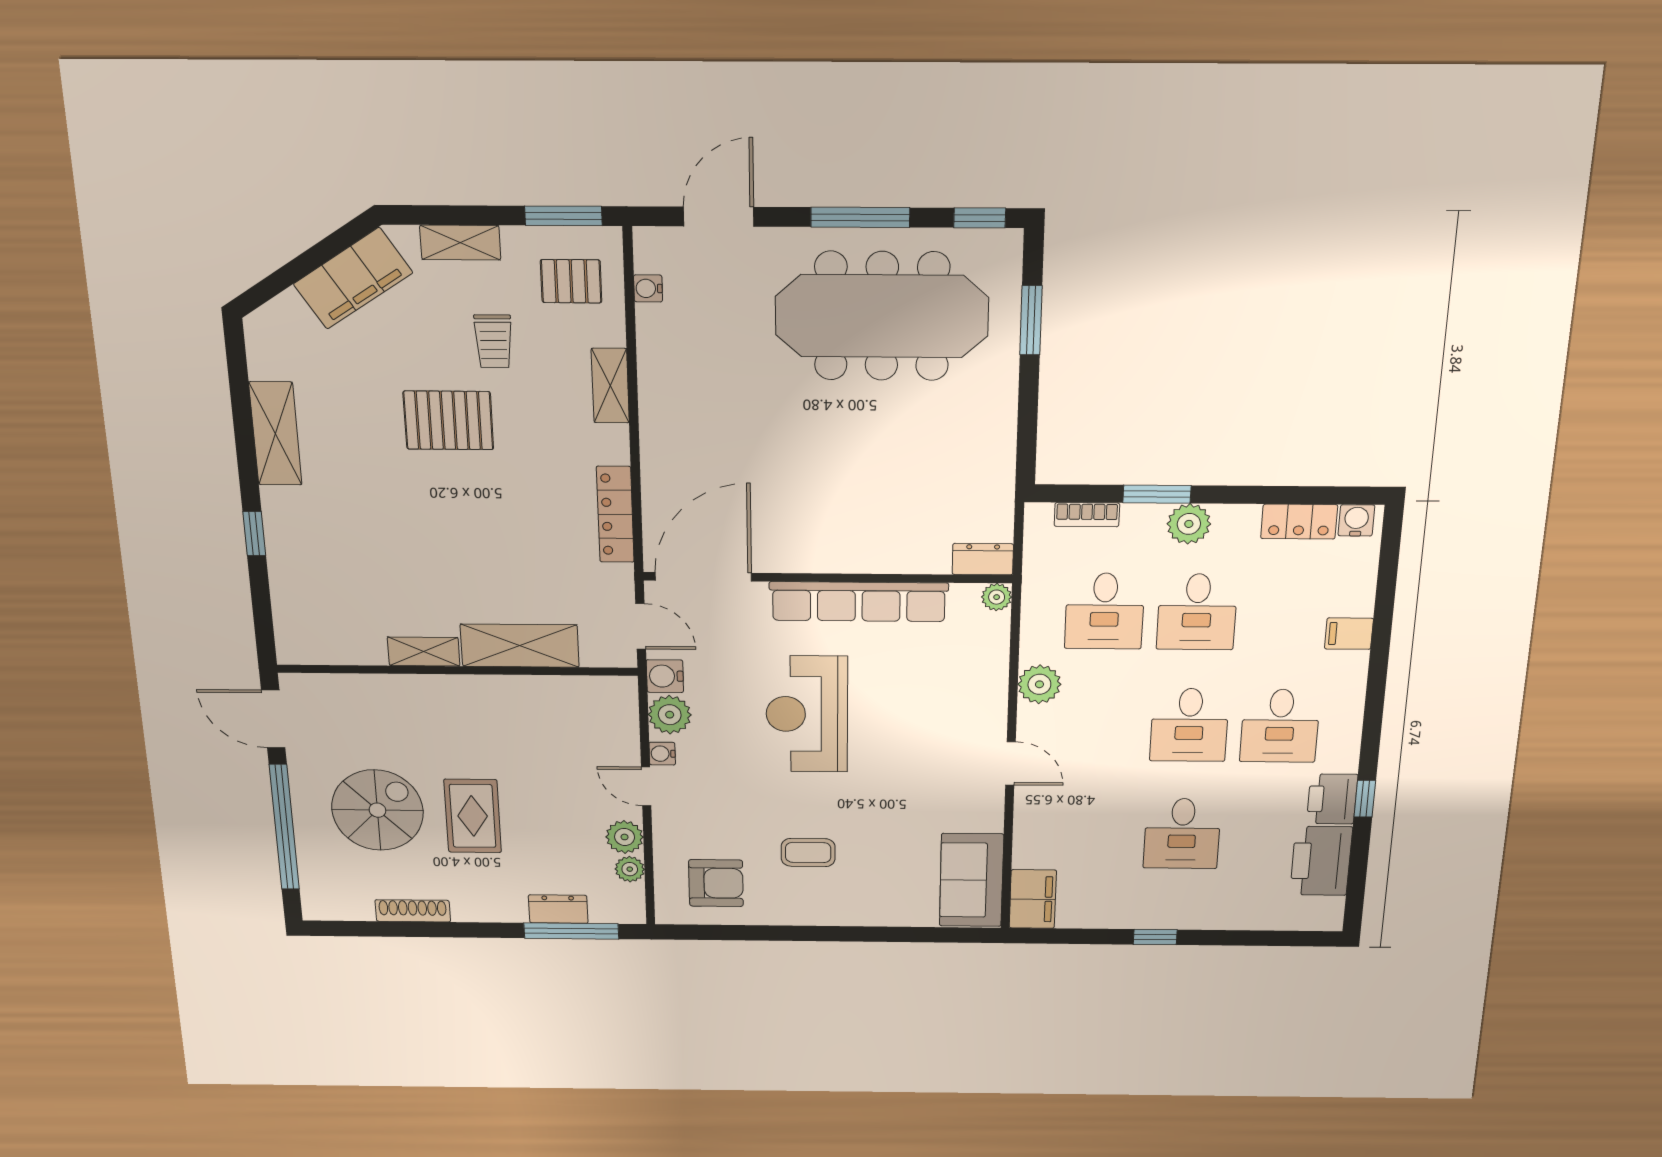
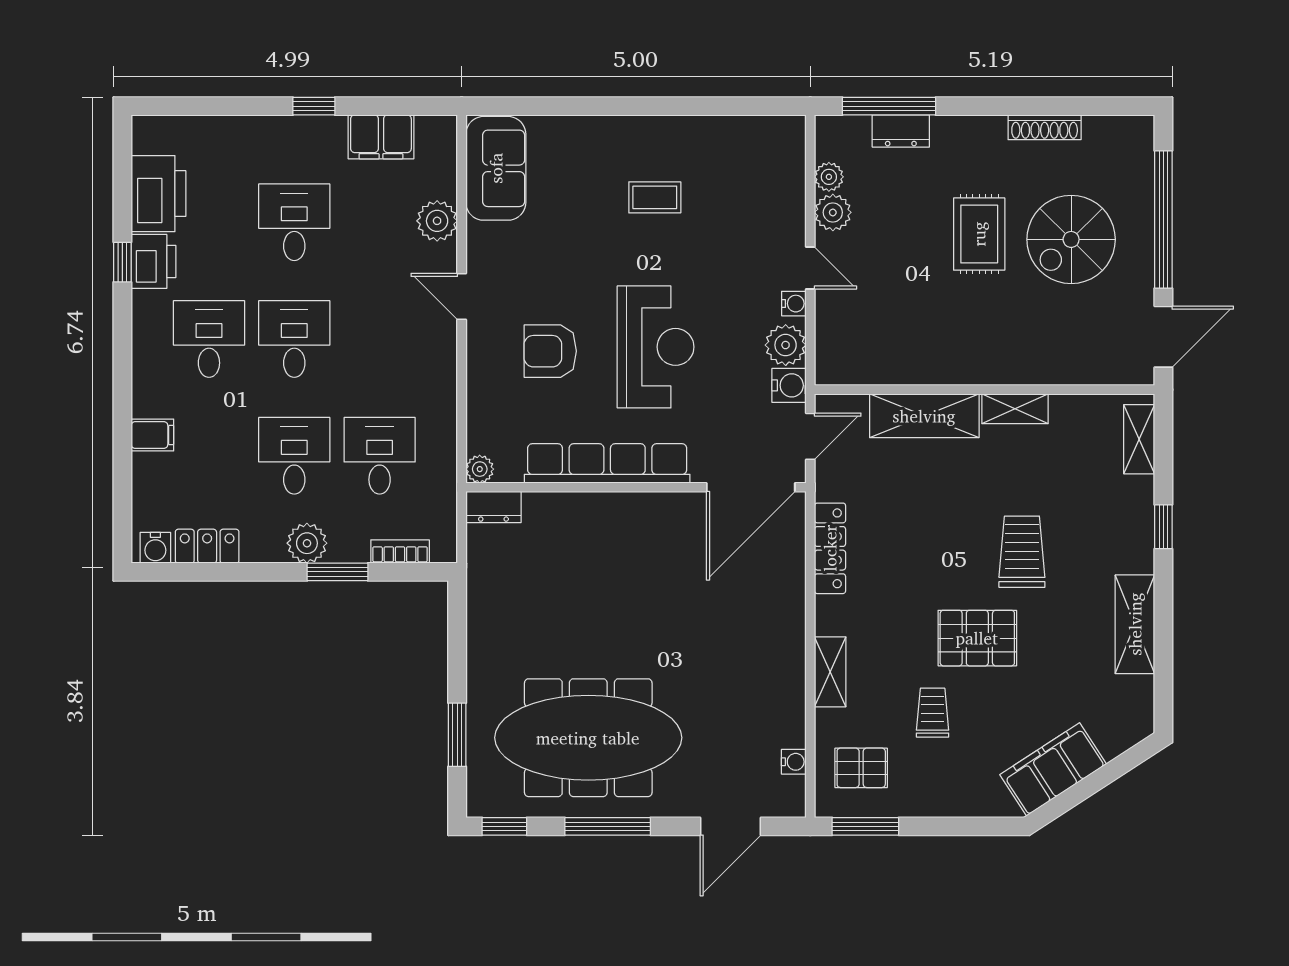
shelving: (460, 243) -> (1139, 439), moved, turned 90
trolley: (406, 509) -> (1022, 552), added
door: (641, 626) -> (810, 436), swing flipped
plant: (1039, 684) -> (437, 221), moved
door: (273, 719) -> (1163, 337), hinge flipped
armchair: (716, 883) -> (550, 351), moved
filing cabinet: (1033, 899) -> (381, 137), moved, turned -90

